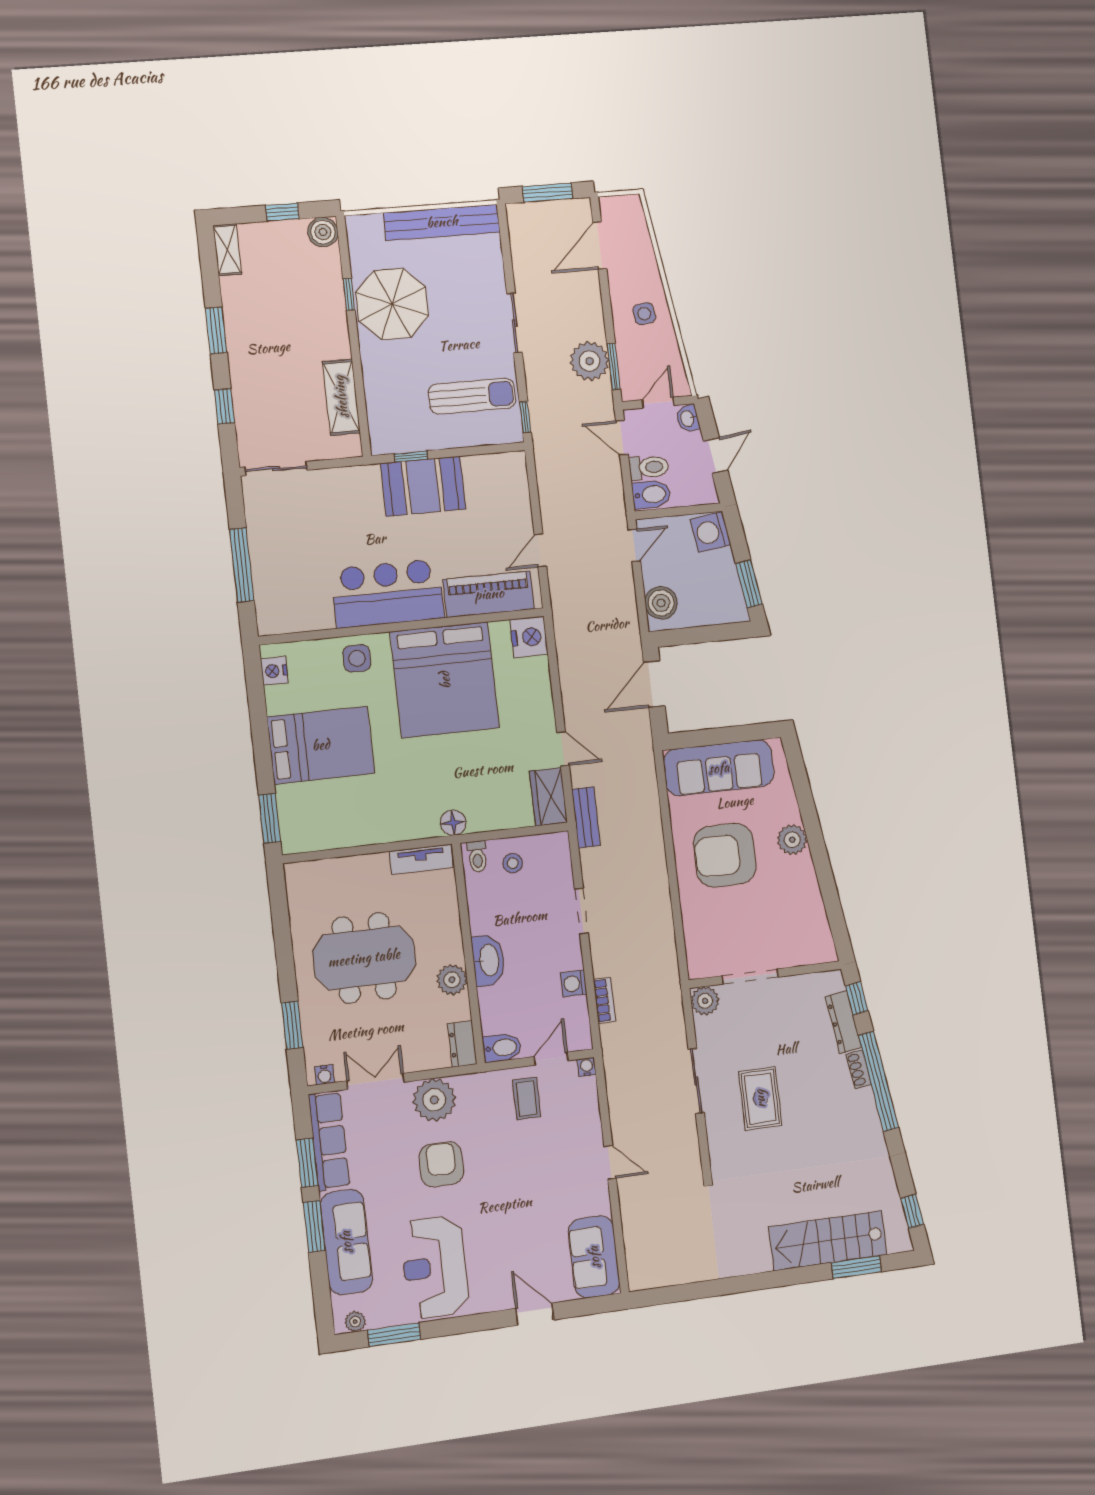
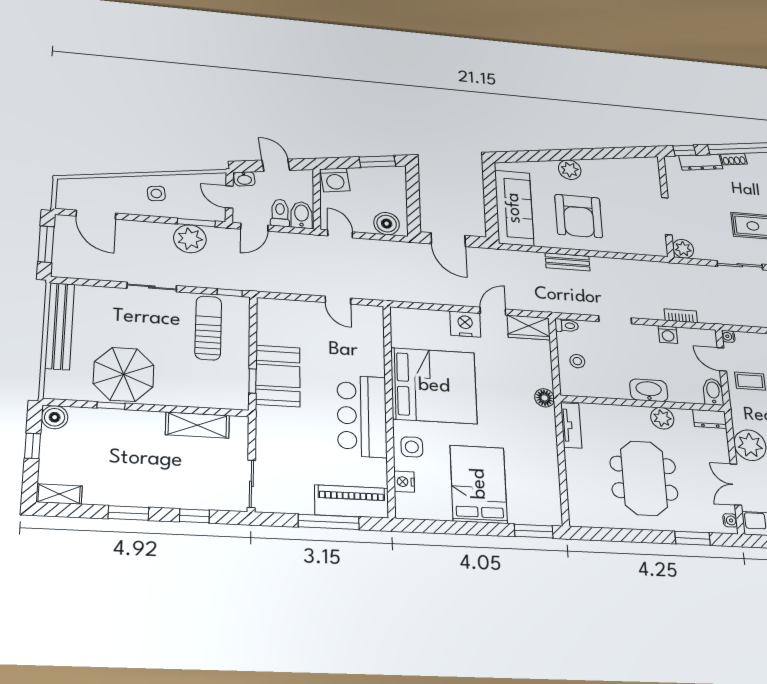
piano: (489, 594) -> (352, 502), moved, turned 90
nightstand: (529, 637) -> (465, 324), moved
nightstand: (274, 671) -> (404, 482), moved, turned 90
bench: (586, 817) -> (568, 262), moved
toilet: (477, 856) -> (567, 326), moved

